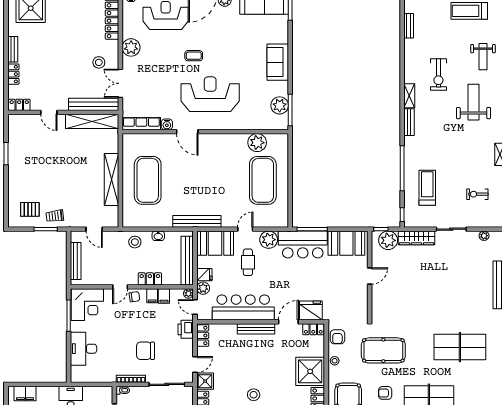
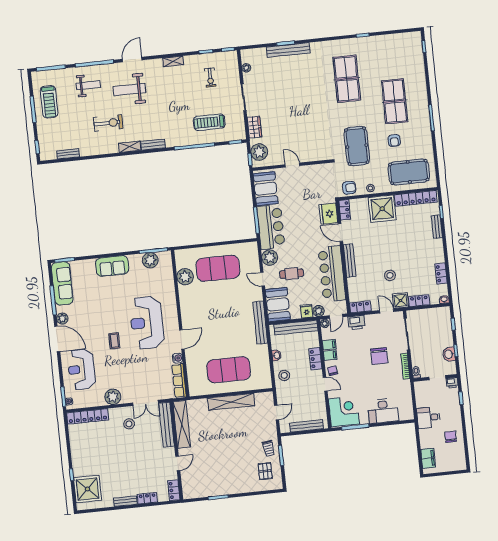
wardrobe: (417, 238) -> (254, 127), width x0.67
stool: (254, 395) -> (390, 275), moved

